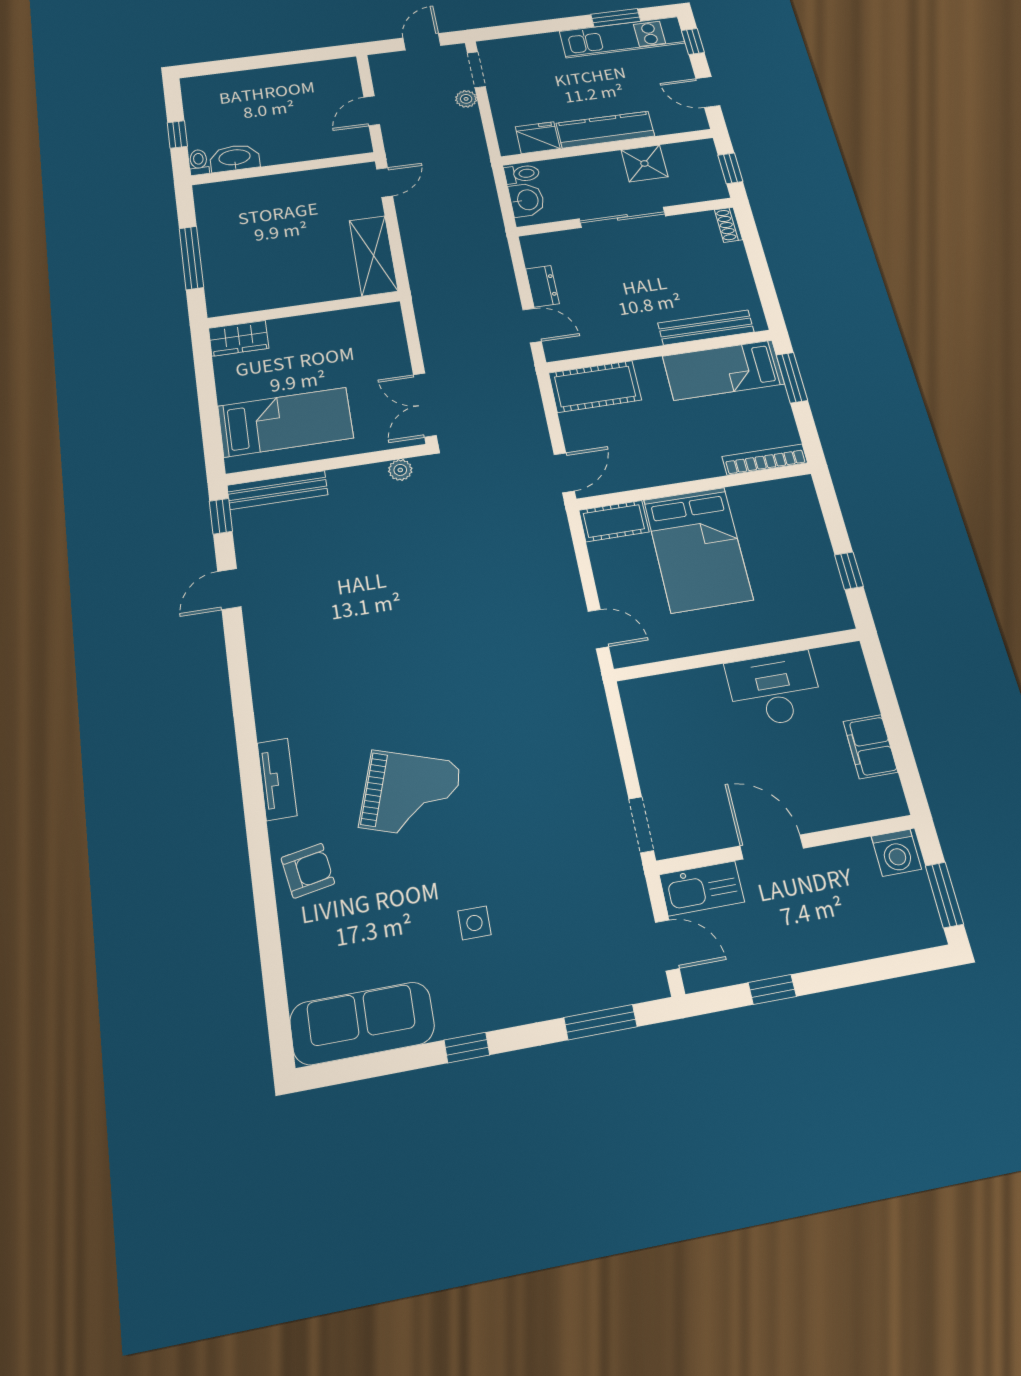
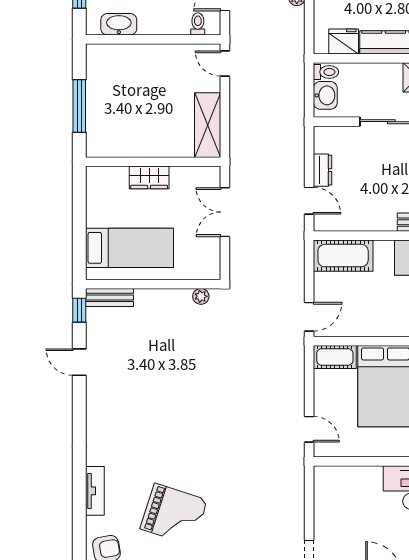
toilet: (199, 162) -> (198, 24), moved
door: (385, 182) -> (225, 64), swing flipped
wardrobe: (239, 338) -> (149, 177), moved
double door: (425, 405) -> (225, 212), moved
bench: (277, 490) -> (109, 297), width x0.73
door: (229, 589) -> (79, 362), hinge flipped

